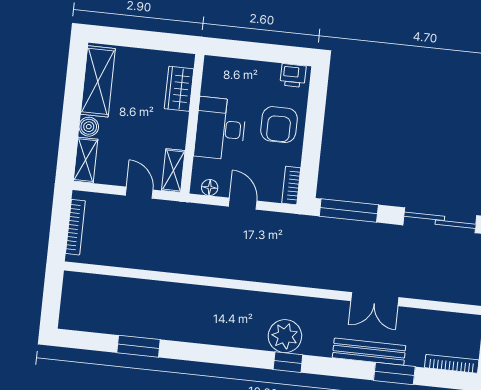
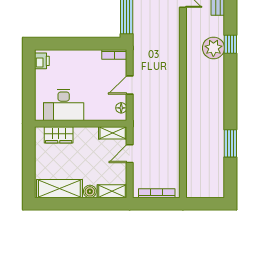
armchair: (279, 125) -> (75, 67), removed
desk: (220, 129) -> (64, 105), moved

